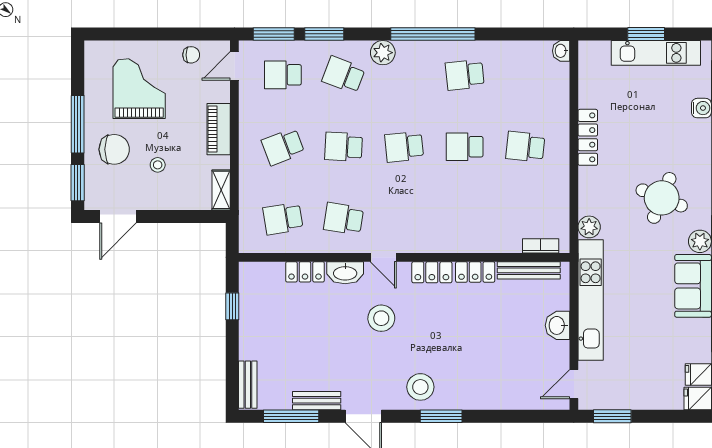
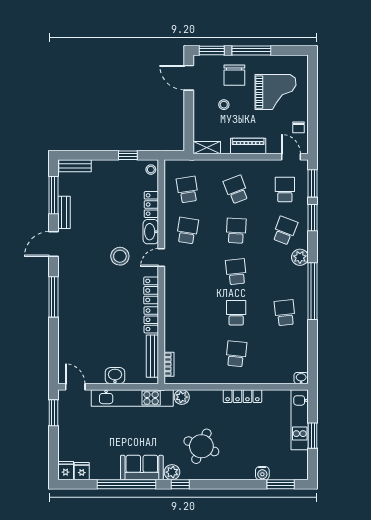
kitchen unit: (656, 53) -> (300, 420), moved
stool: (420, 387) -> (151, 170), moved, width x0.53, depth x0.53
window: (441, 416) -> (53, 297), width x1.44

